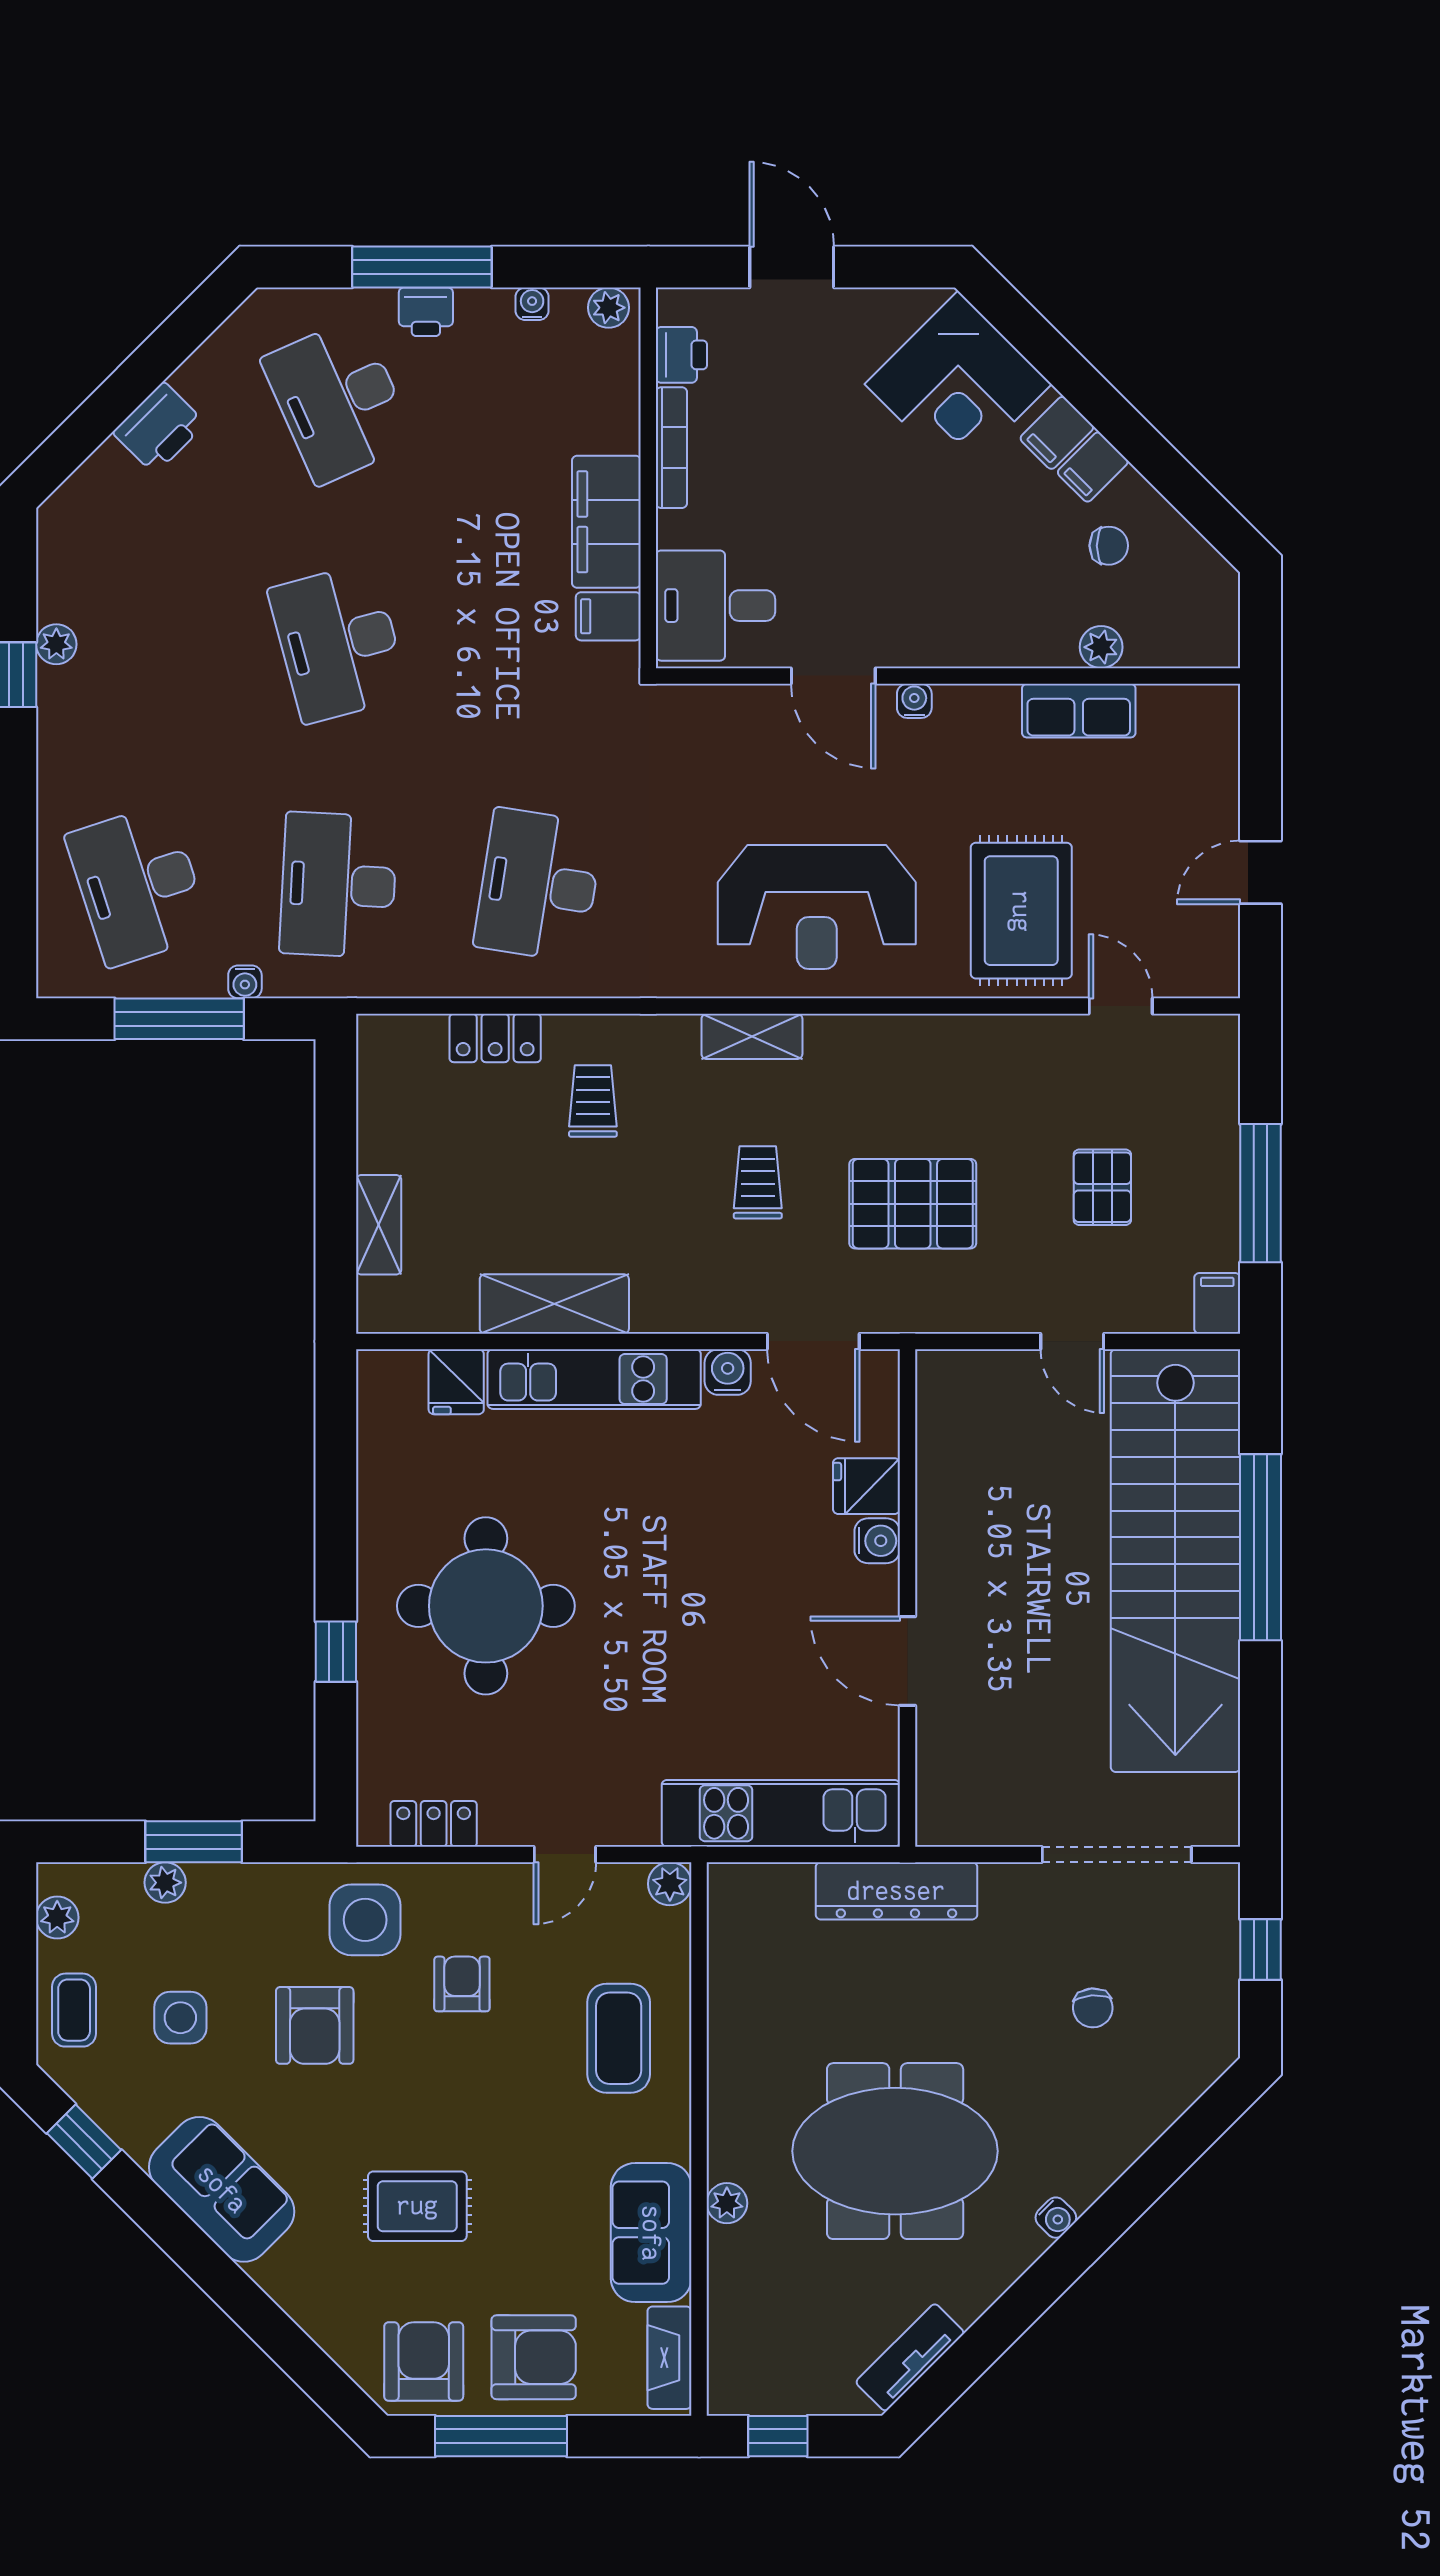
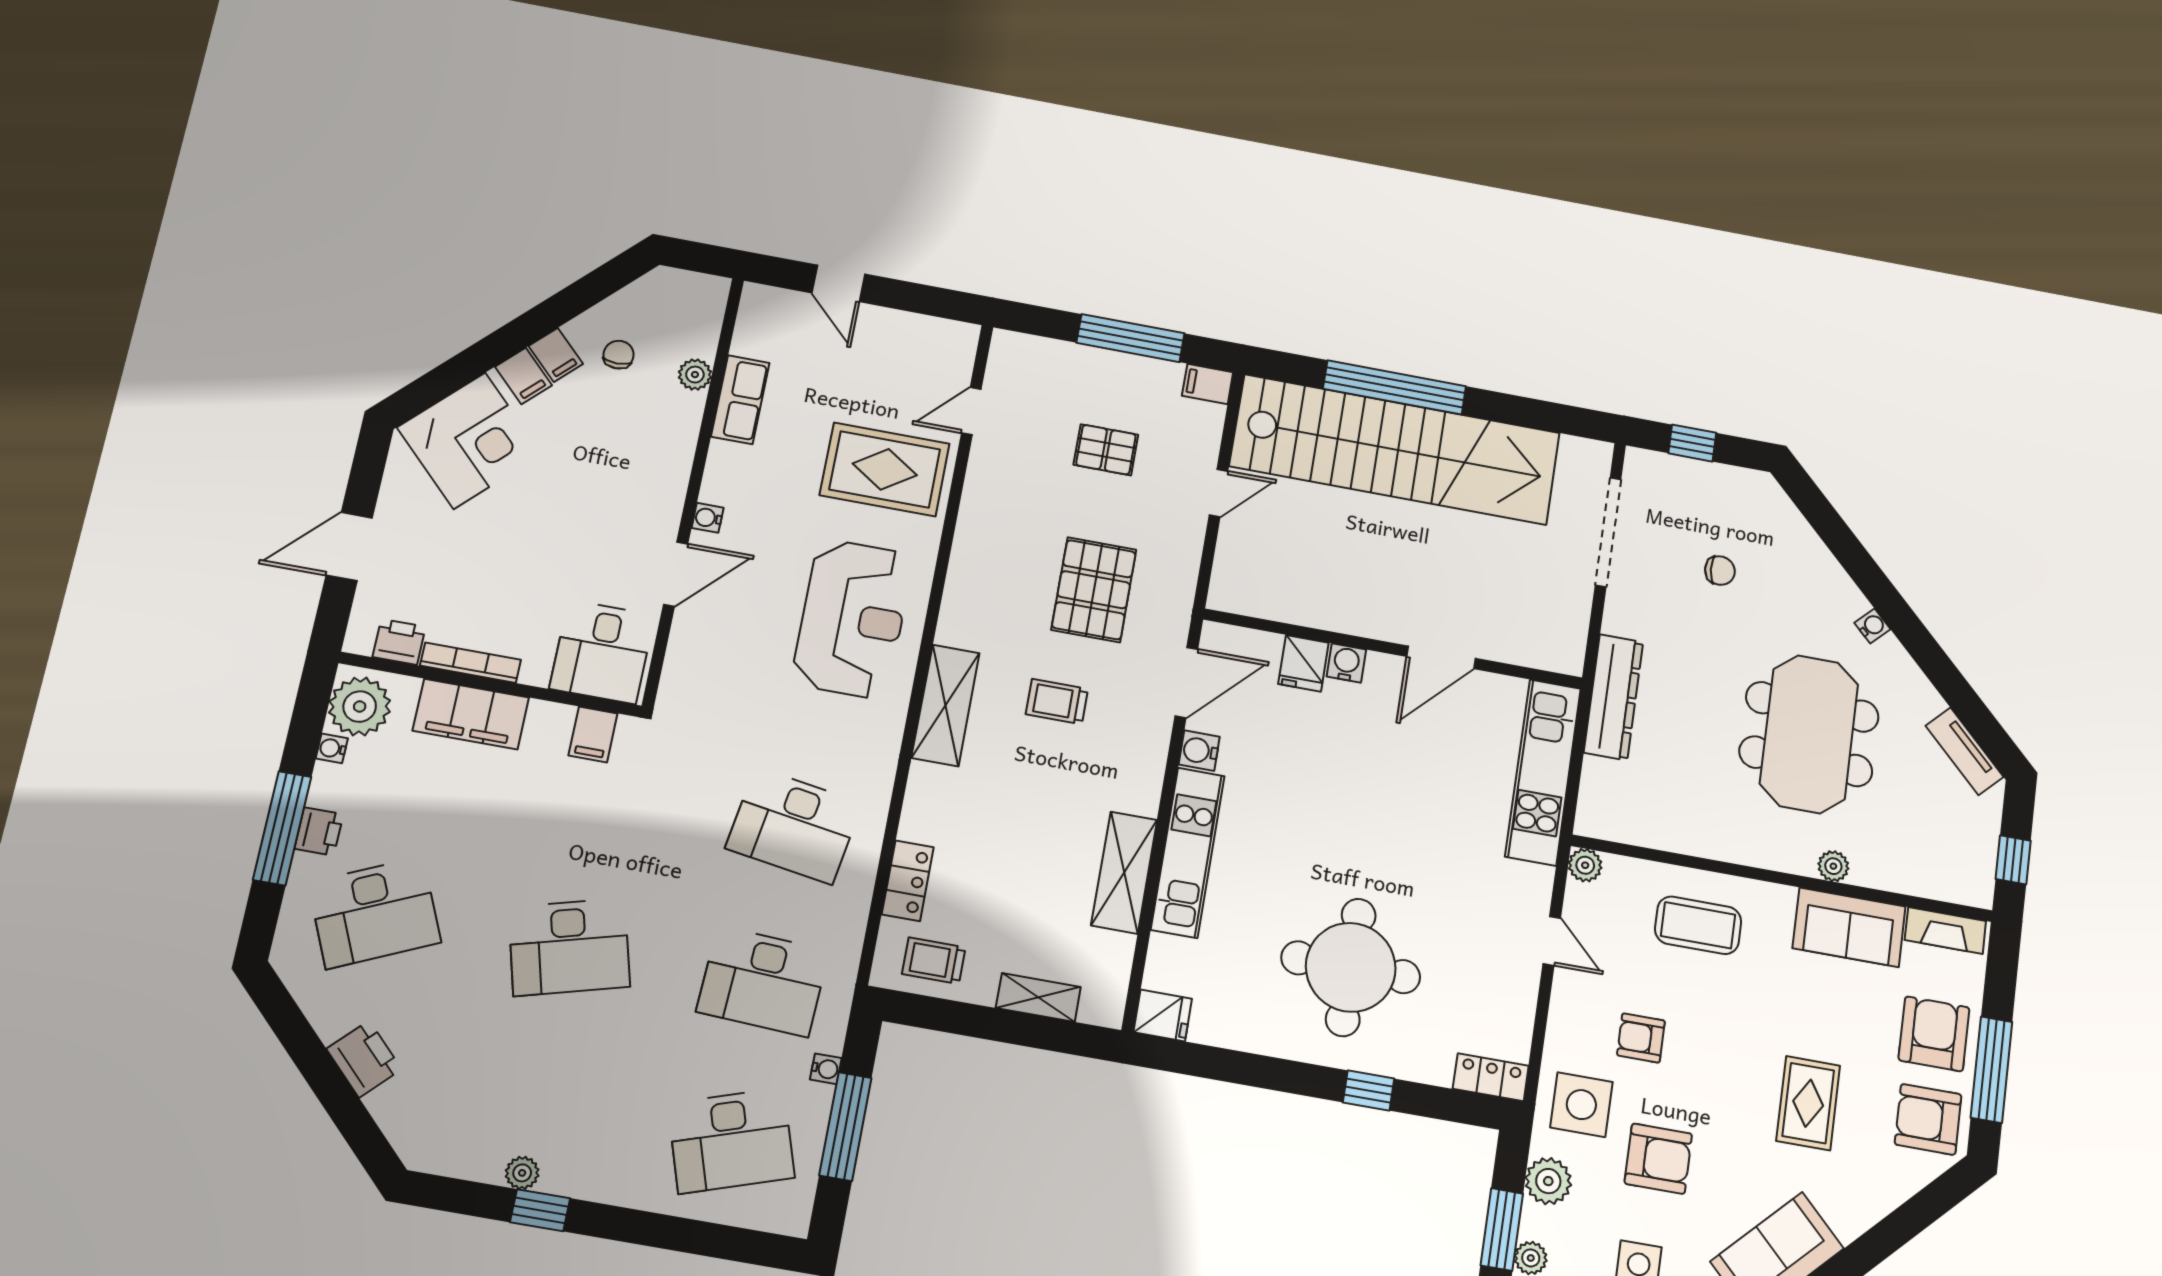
plant: (608, 308) -> (360, 707), width x1.88, depth x1.88
filing cabinet: (606, 522) -> (471, 714), moved
door: (1260, 872) -> (838, 283), moved
shelving: (752, 1036) -> (946, 705), width x1.50, depth x1.33
trolley: (593, 1101) -> (934, 961), moved
fridge: (456, 1382) -> (1163, 1015), moved
locker: (434, 1824) -> (1491, 1077), moved, turned 90
plant: (263, 1891) -> (1548, 1181), added

